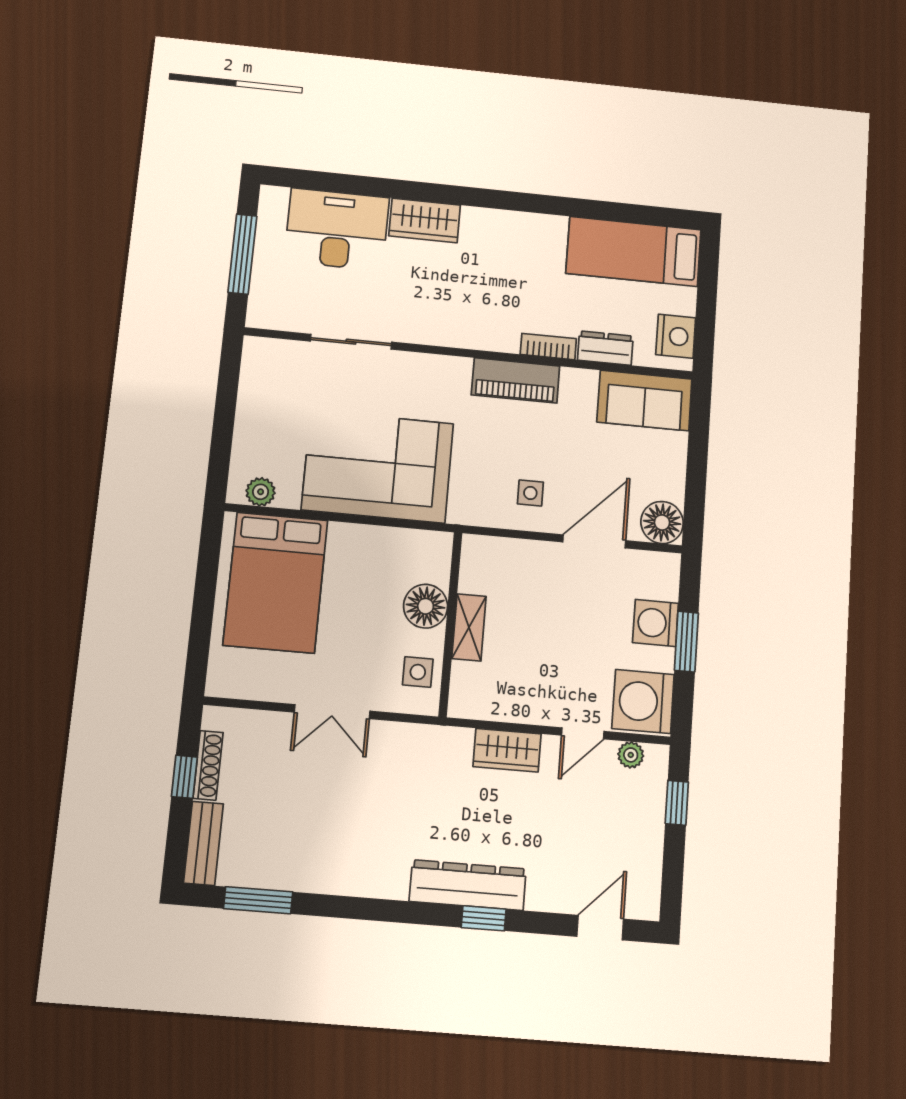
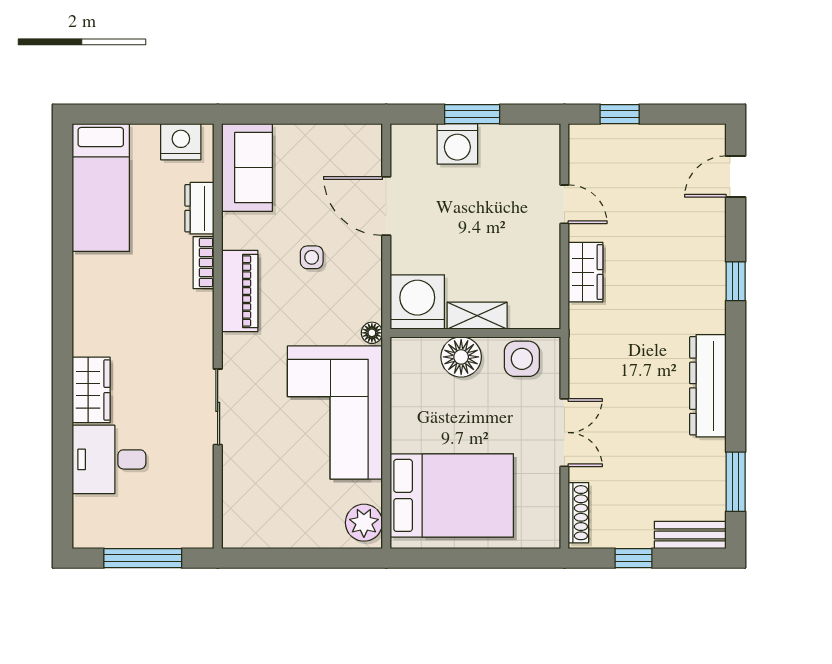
desk: (337, 229) -> (109, 459), width x0.73
sliding door: (351, 342) -> (218, 407), moved
plant: (261, 492) -> (364, 523), width x1.38, depth x1.38
side table: (530, 493) -> (312, 257), moved
floor lamp: (662, 522) -> (372, 333), moved, width x0.53, depth x0.53
side table: (418, 672) -> (522, 359), width x1.37, depth x1.37
washing machine: (643, 701) -> (417, 302), moved, turned 180
plant: (631, 755) -> (580, 159), removed
shoe rack: (208, 765) -> (578, 513), moved, turned 90
dresser: (468, 885) -> (708, 386), moved
door: (600, 928) -> (736, 177), hinge flipped

